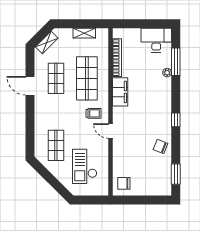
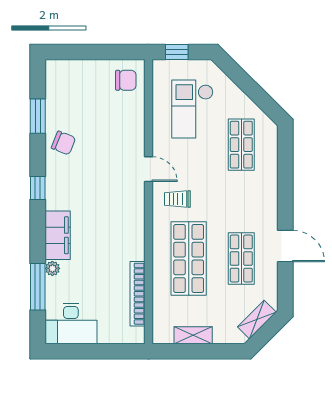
filing cabinet: (120, 92) -> (58, 235), moved, turned 180
checkout: (85, 166) -> (192, 109), turned 180
window: (176, 174) -> (38, 116), moved
window: (94, 200) -> (177, 52), added

